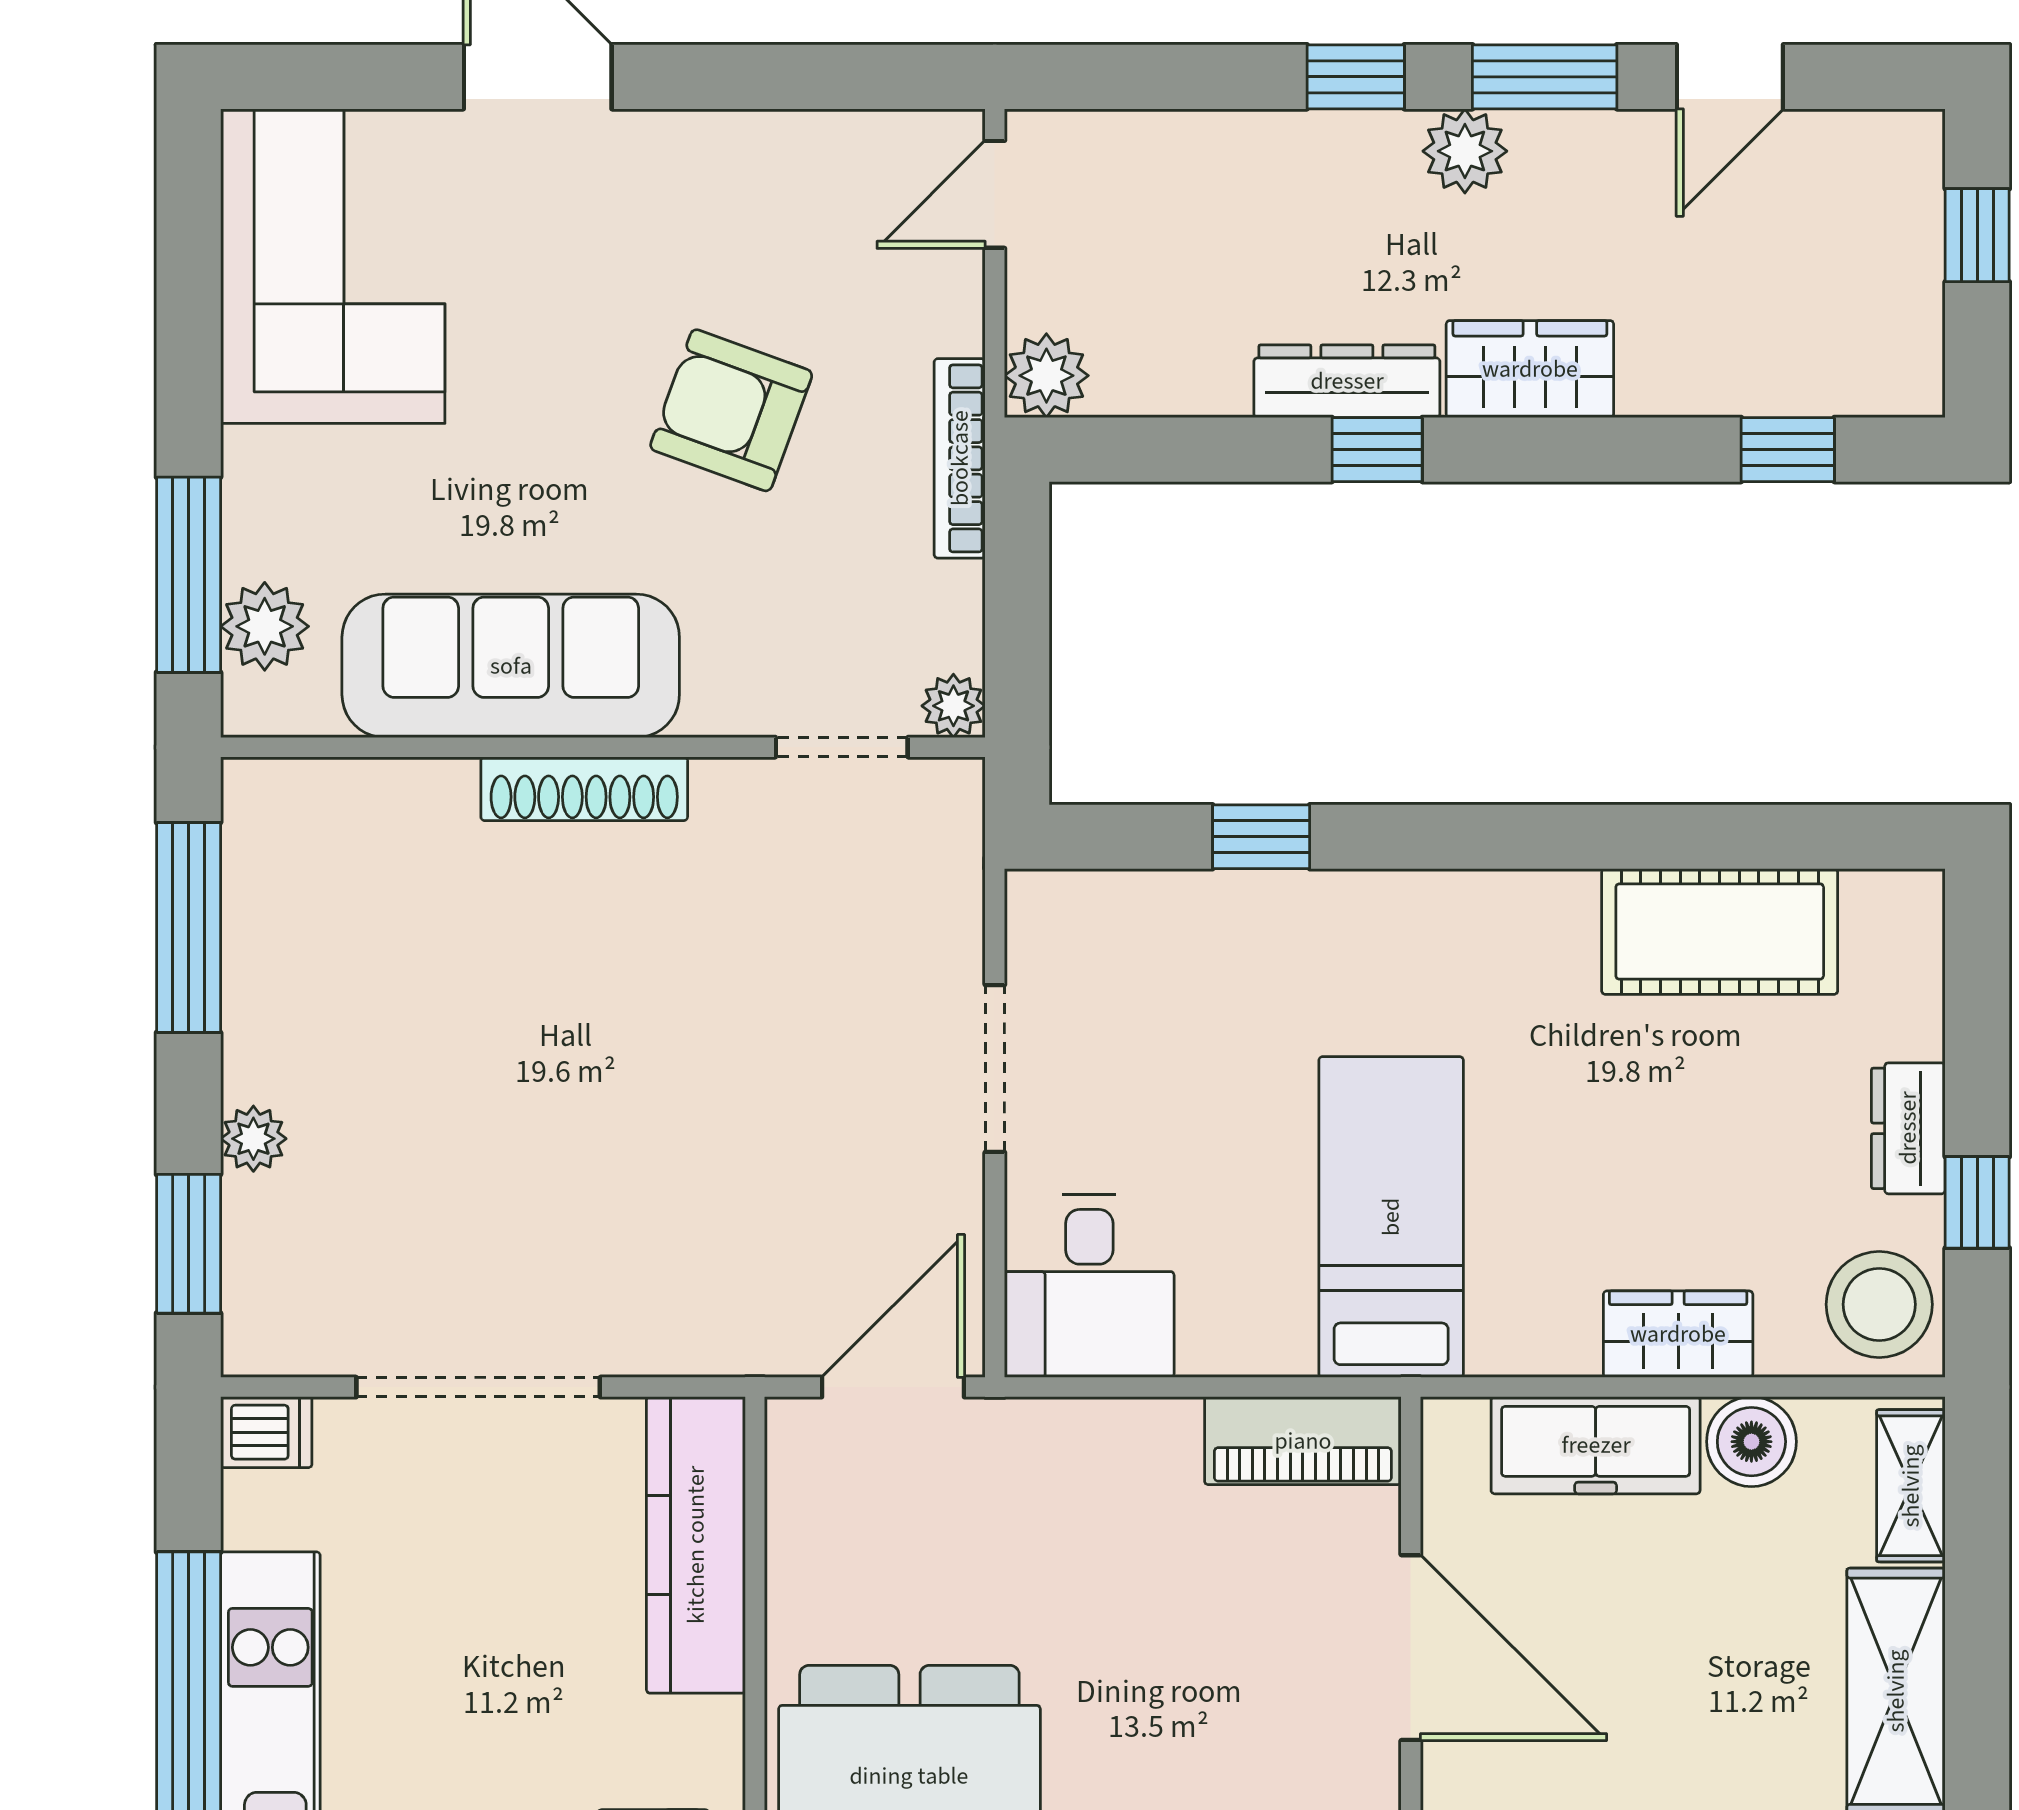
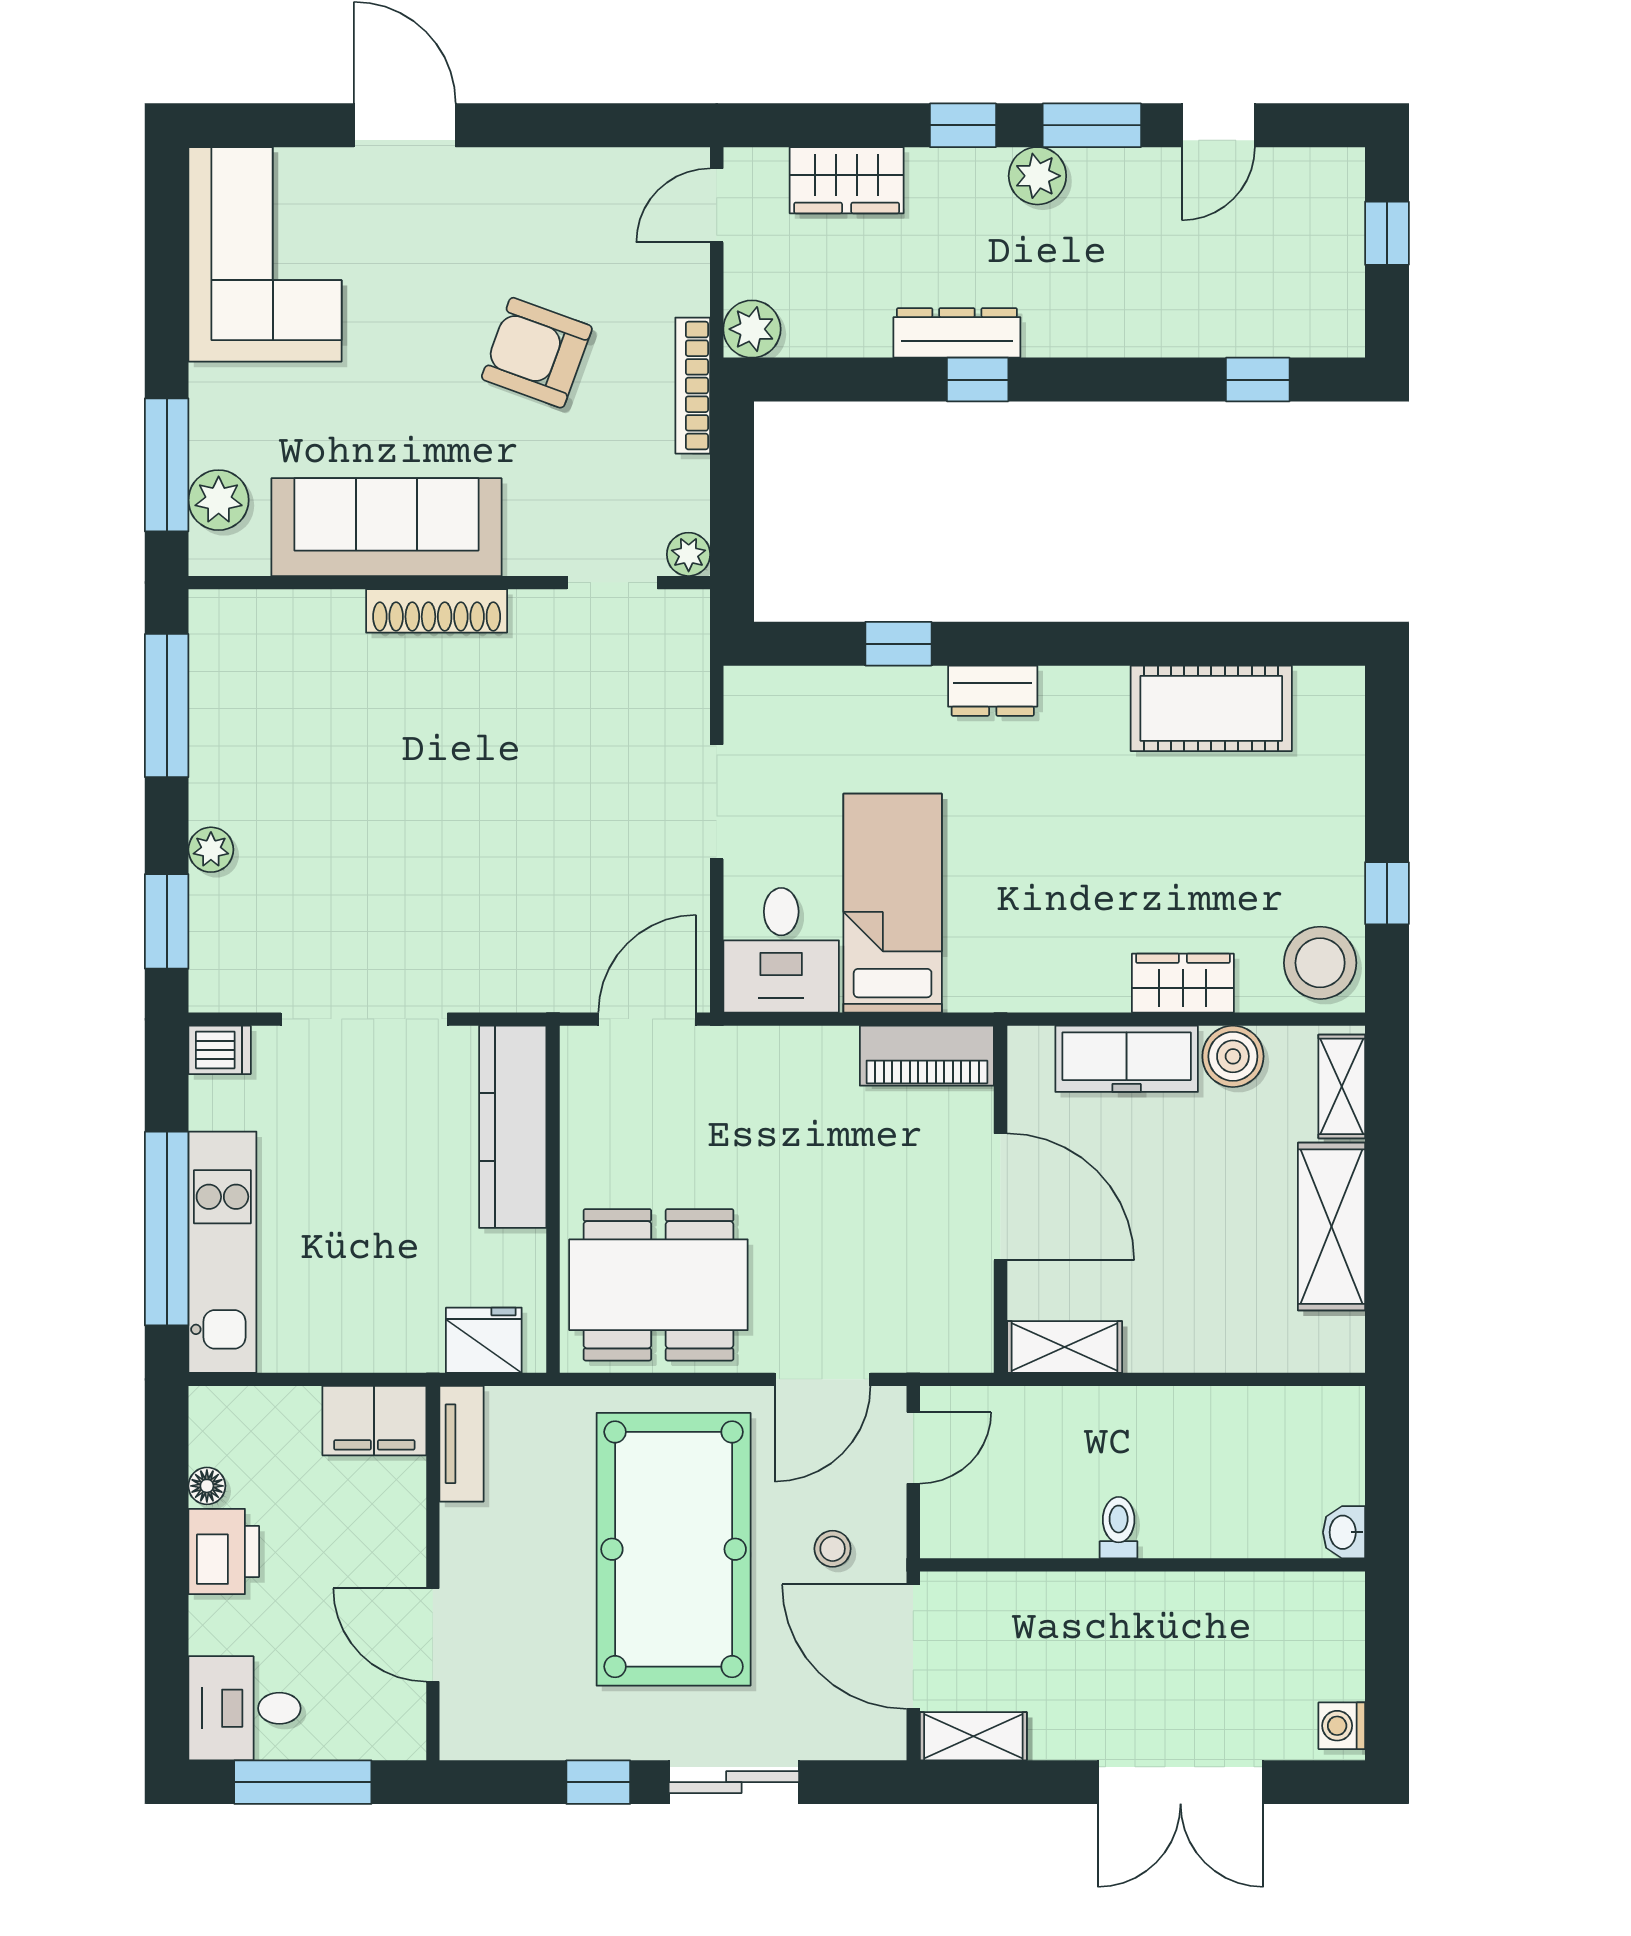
wardrobe: (1530, 369) -> (847, 180), moved, turned 180
dresser: (1908, 1128) -> (993, 691), moved, turned -90
bed: (1391, 1217) -> (893, 903), moved

